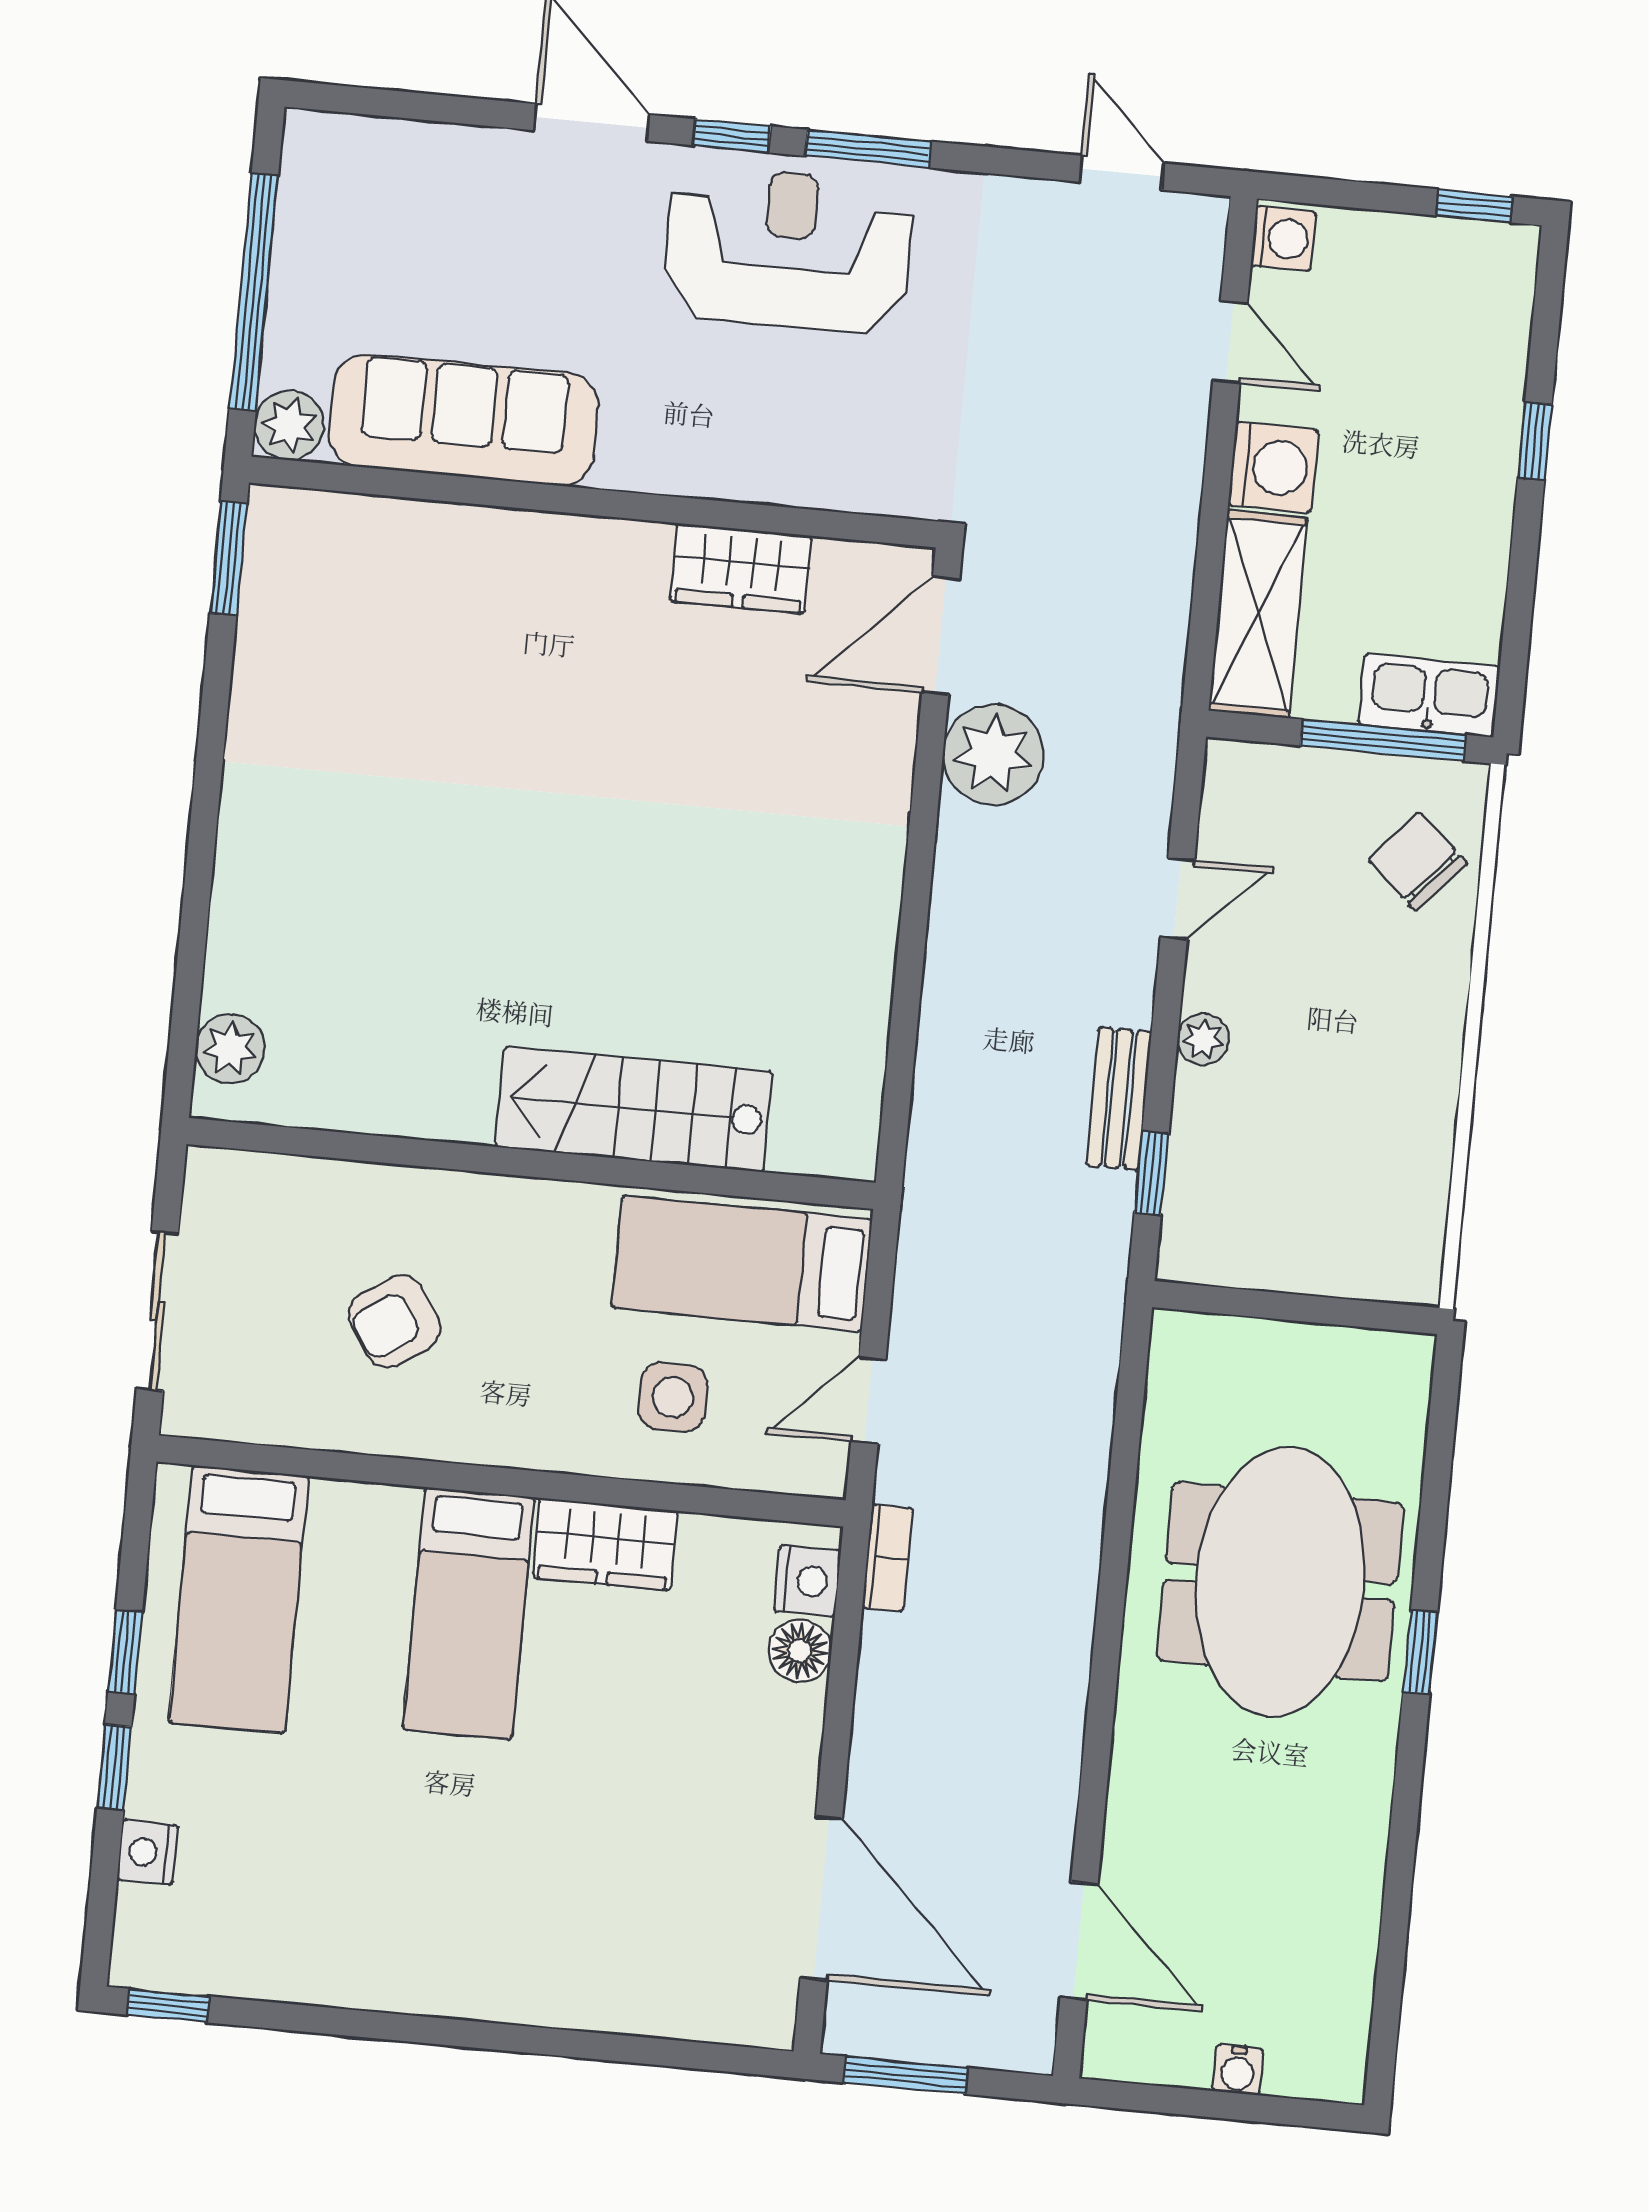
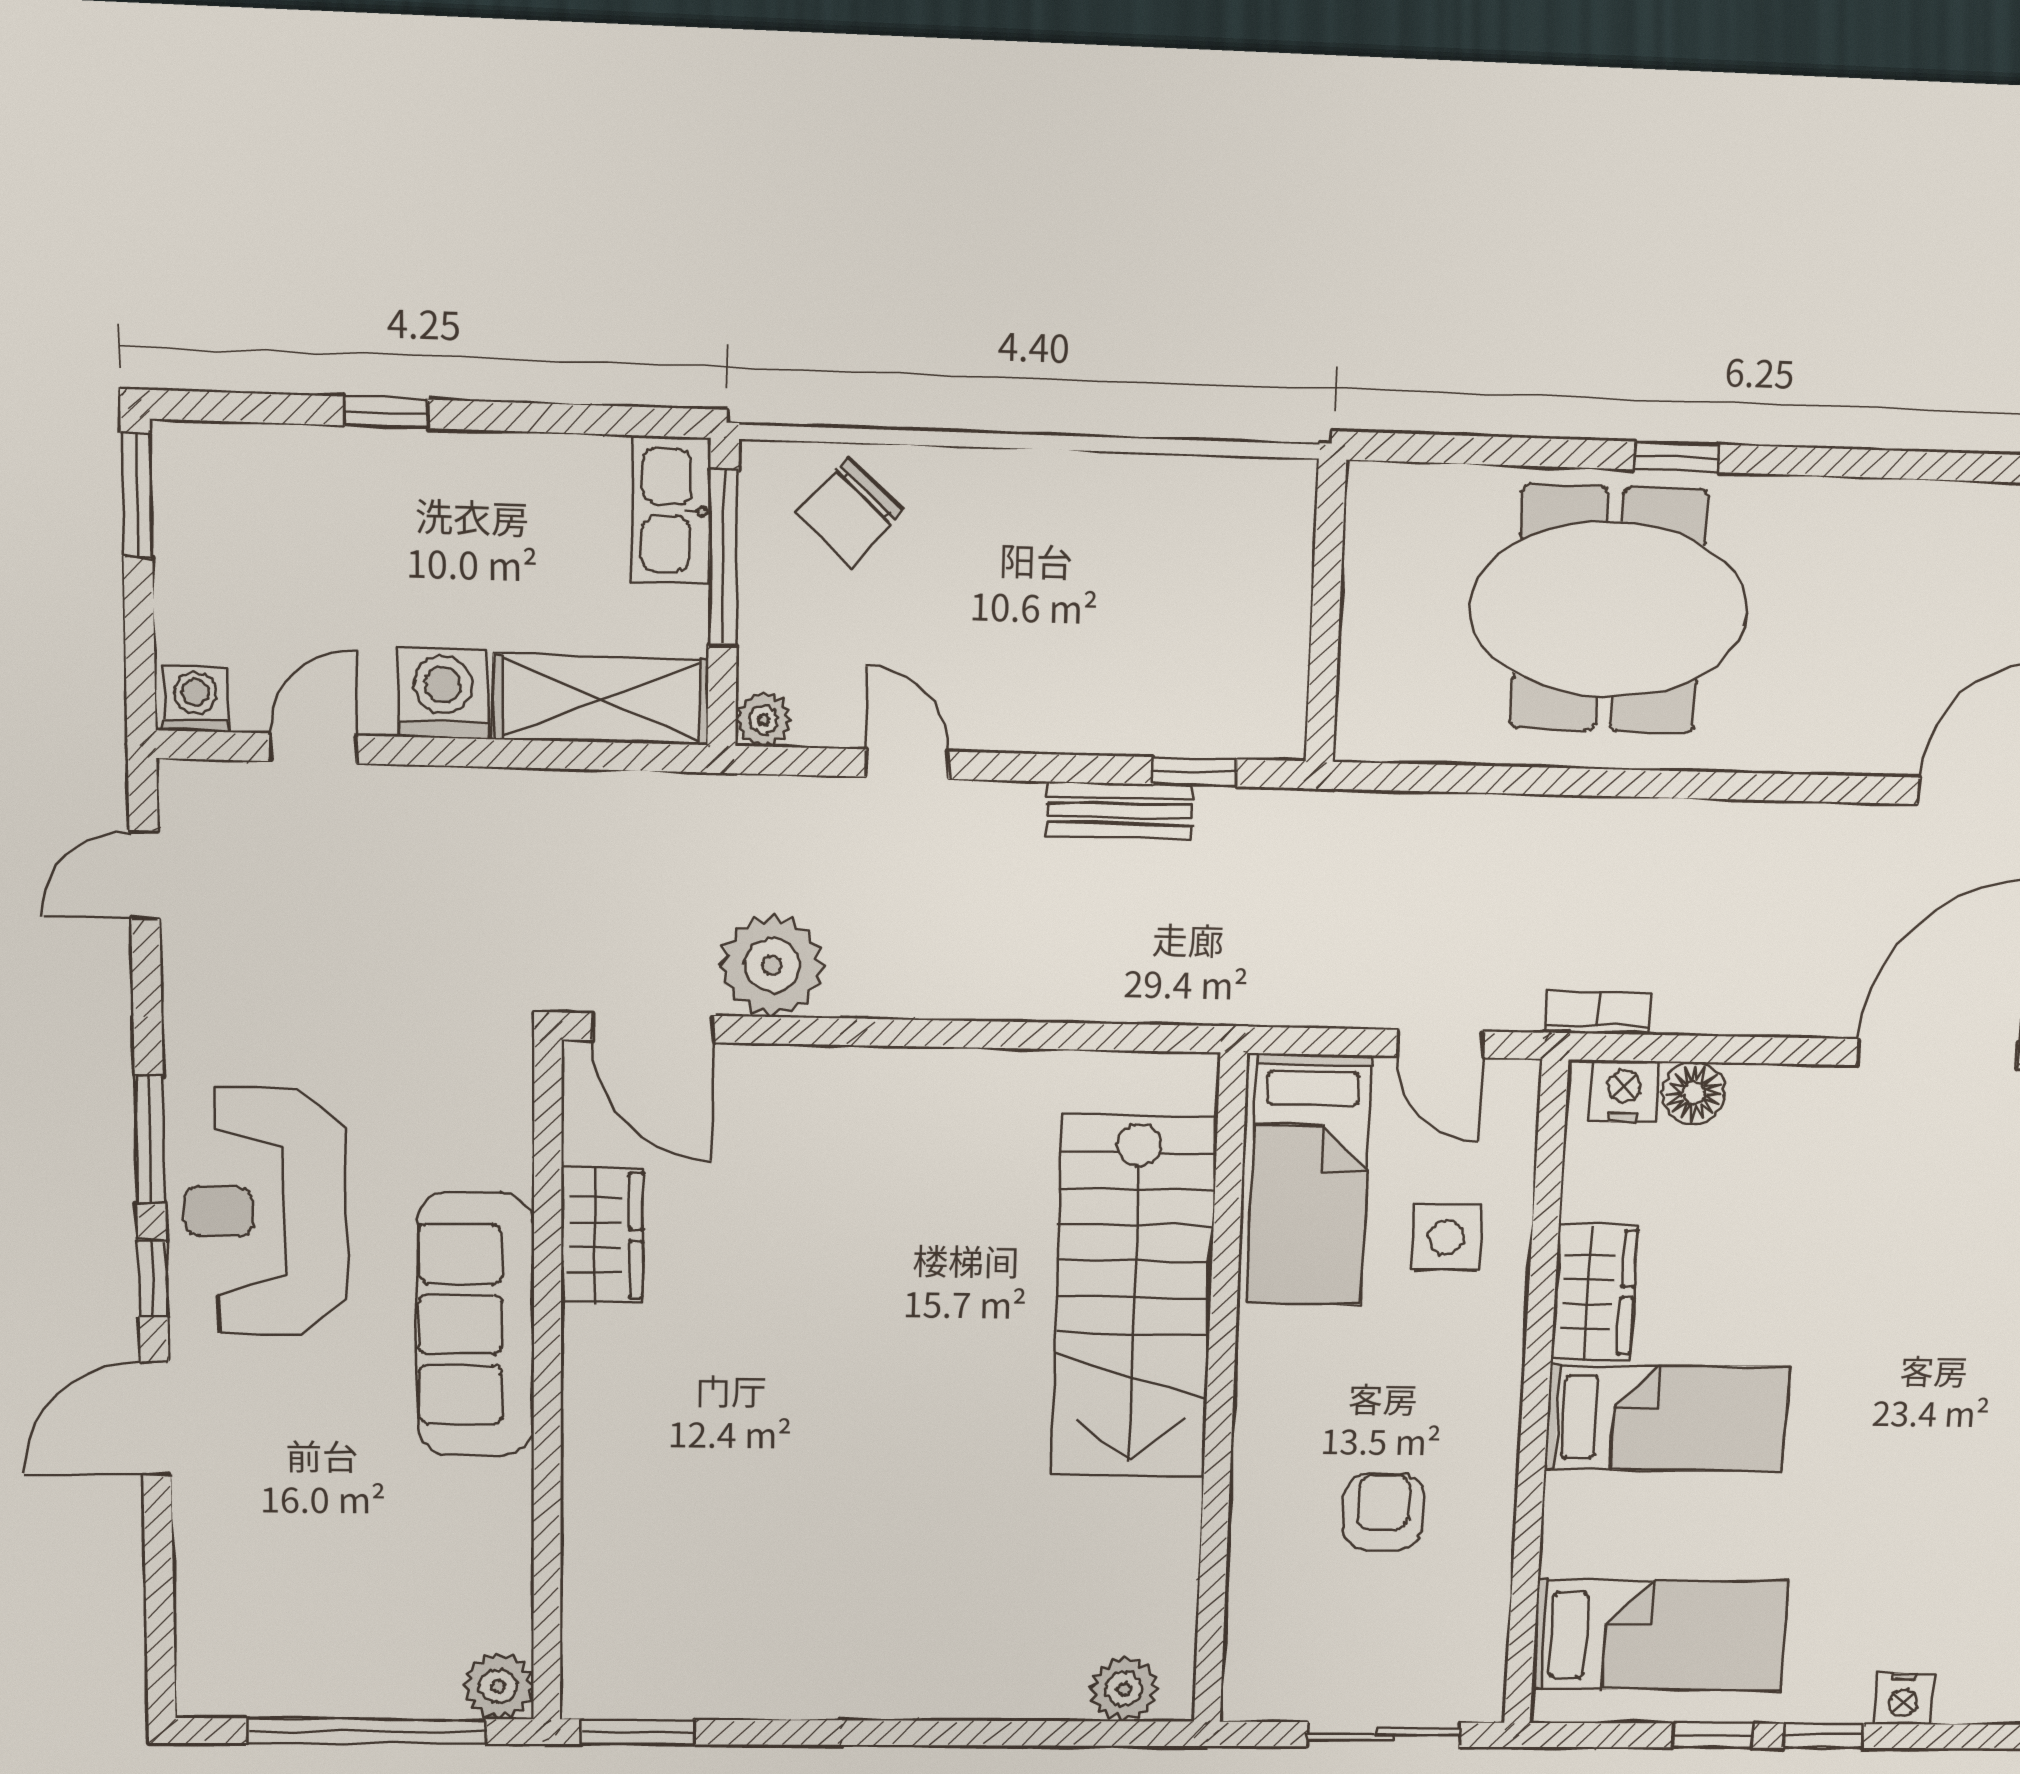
window: (1474, 206) -> (137, 495), width x1.50
sofa: (463, 420) -> (475, 1325), moved
plant: (1203, 1039) -> (764, 719), moved
stairs: (634, 1109) -> (1134, 1297), width x1.36, depth x1.51
armchair: (394, 1321) -> (1383, 1512), turned -146

